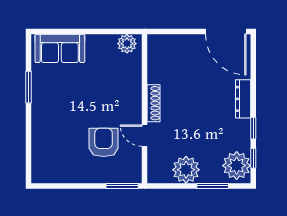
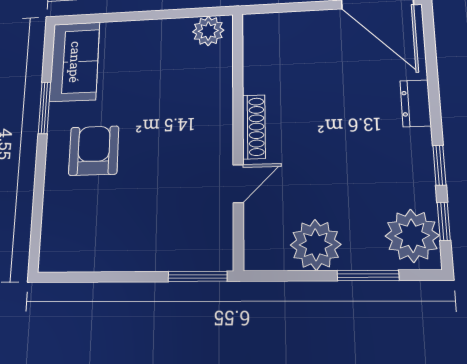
sofa: (60, 48) -> (75, 62), moved, turned -90
dresser: (243, 99) -> (416, 103), width x0.70
door: (144, 136) -> (238, 184), swing flipped
armchair: (104, 142) -> (94, 151), moved

